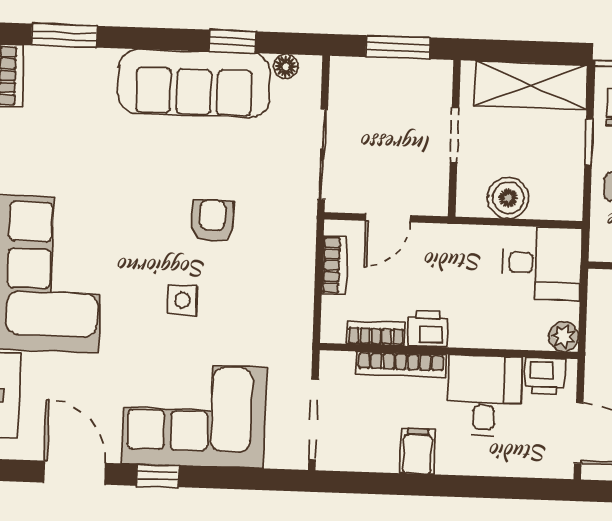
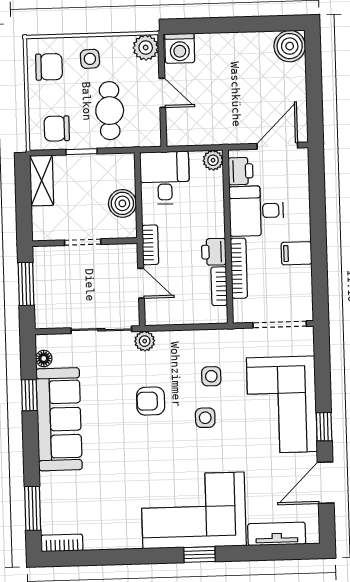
shelving: (531, 85) -> (42, 180), width x0.67, depth x0.75
plant: (302, 218) -> (145, 341), added
bookcase: (334, 265) -> (150, 245), moved, turned 90
side table: (243, 313) -> (211, 376), added

